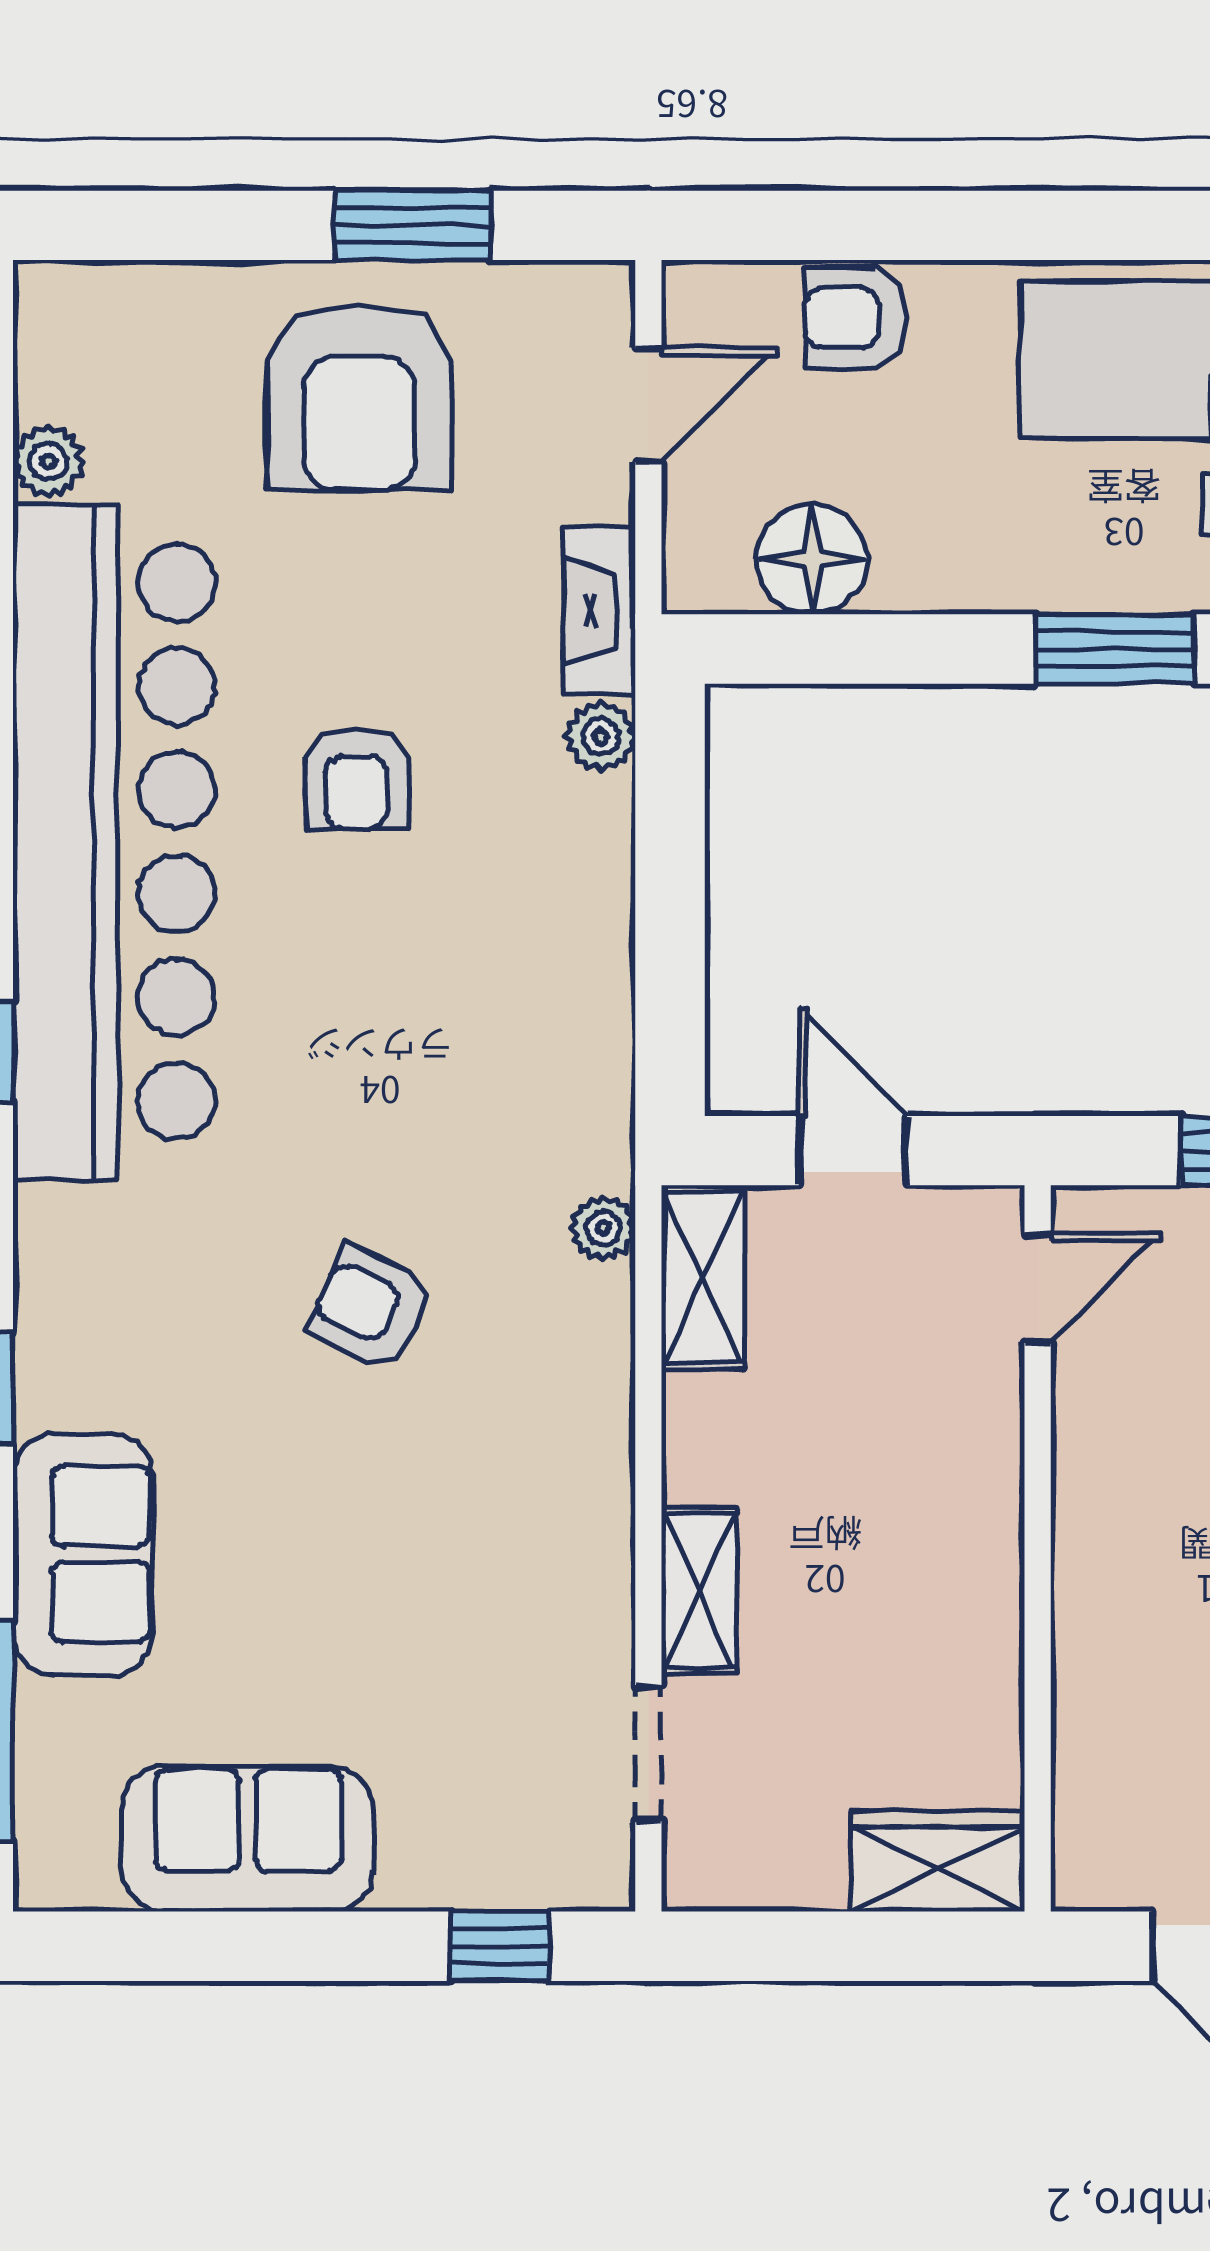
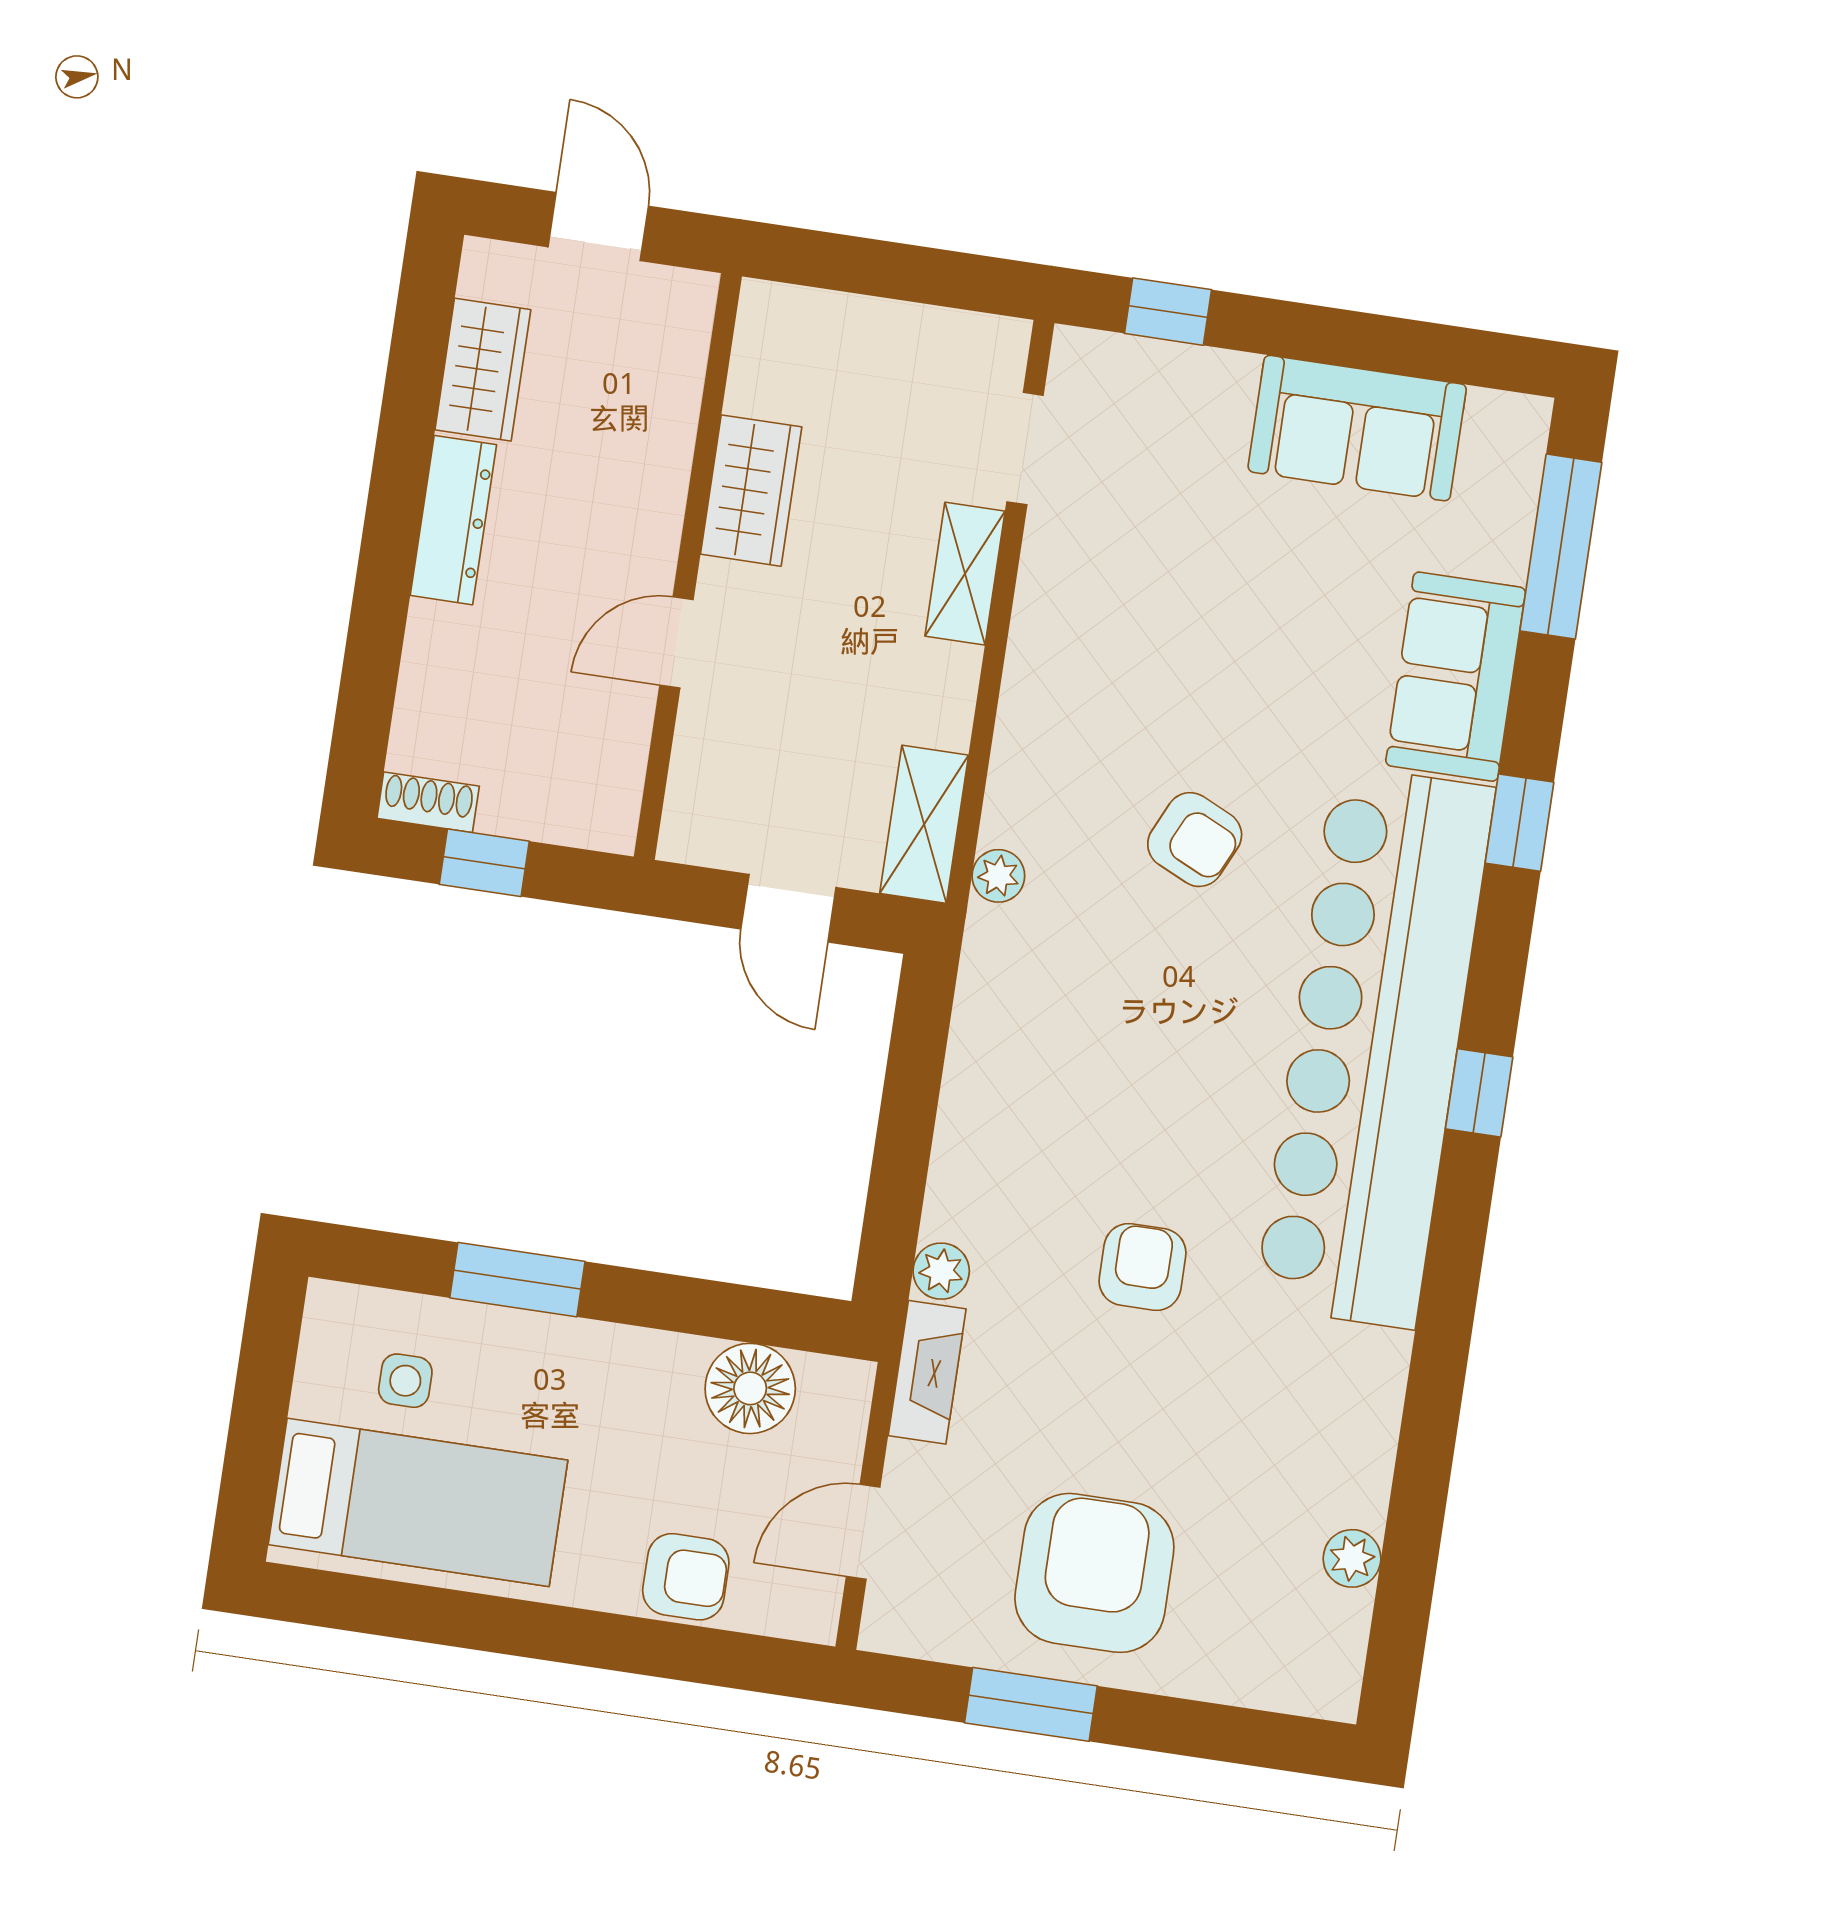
bar counter: (114, 842) -> (1375, 1047), moved
door: (1038, 1288) -> (676, 642), moved
wardrobe: (938, 1861) -> (751, 491), moved, turned -90

